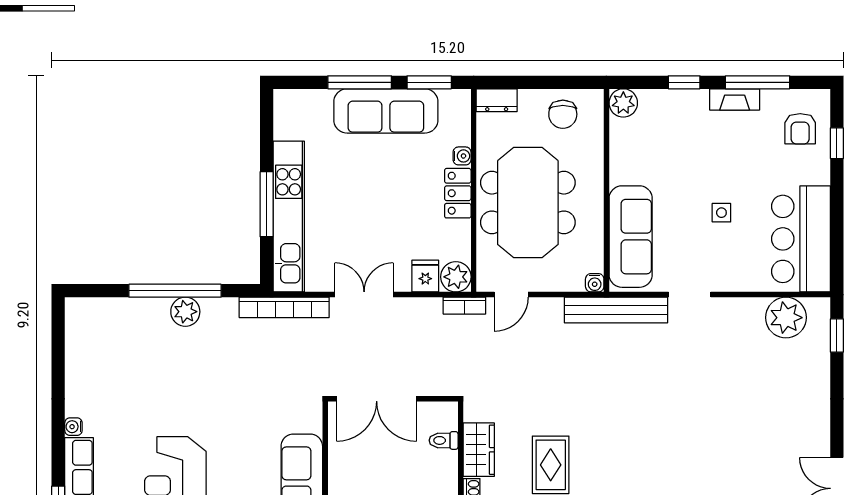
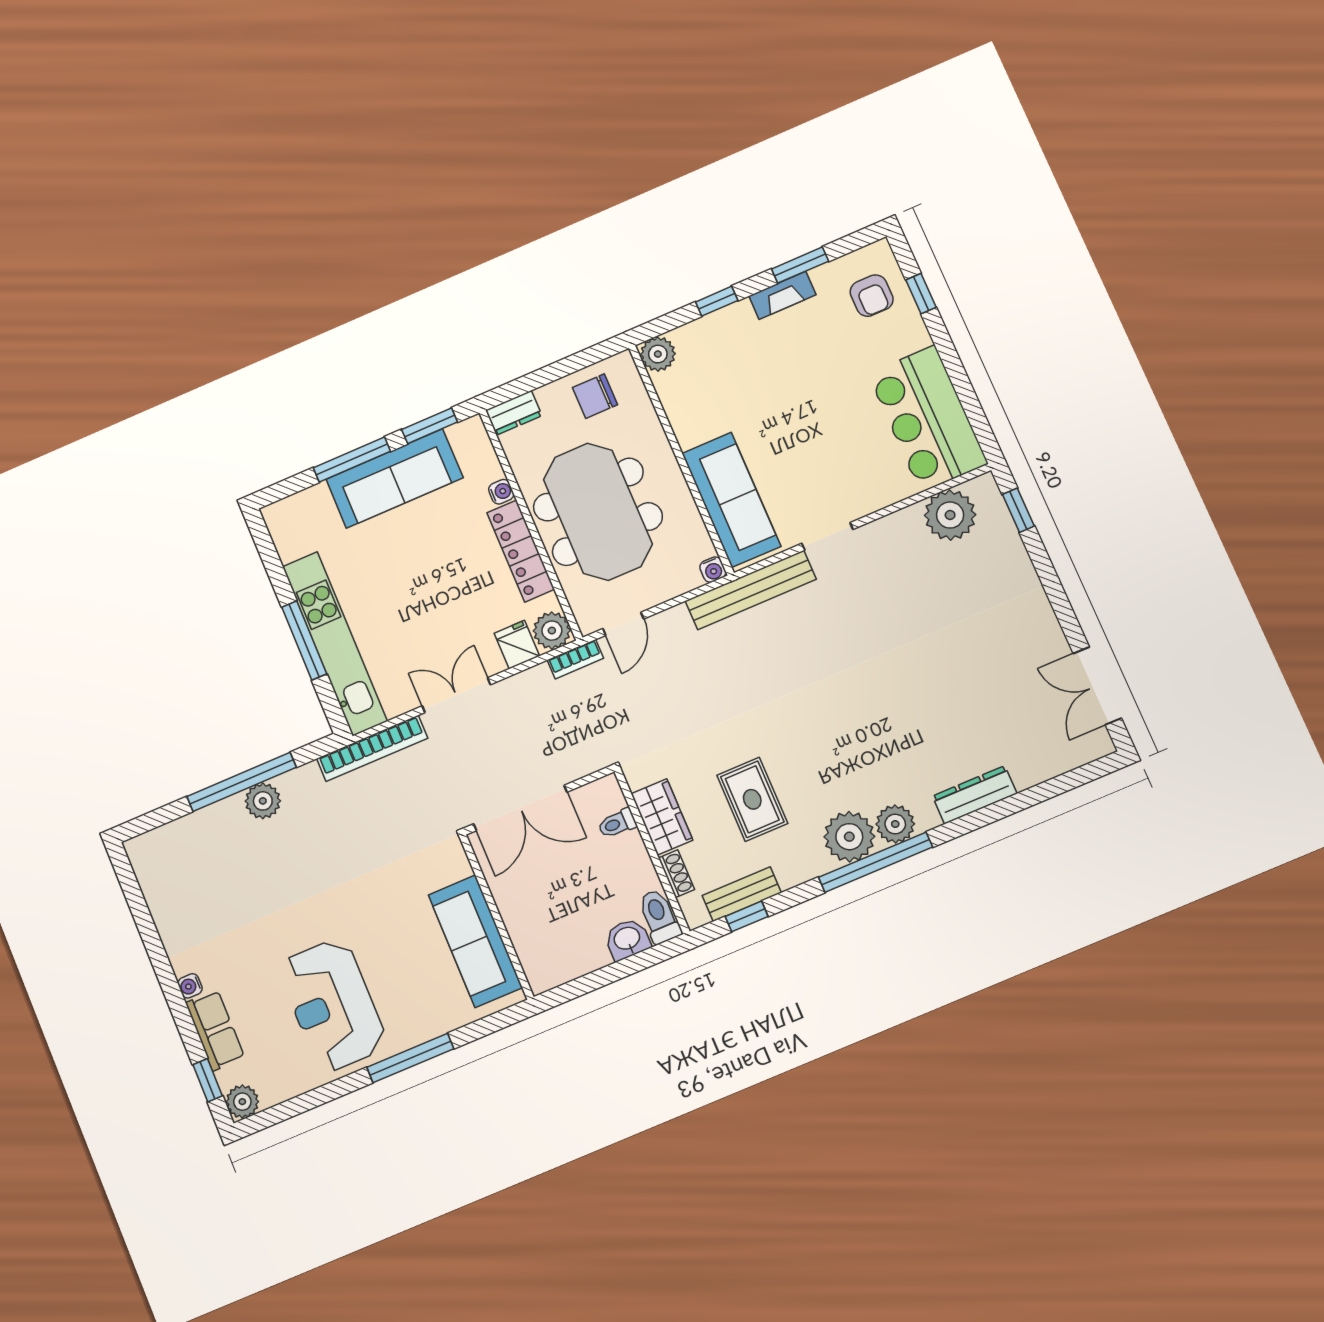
window: (758, 82) -> (800, 265), width x0.69
chair: (563, 114) -> (595, 396), turned 90
locker: (458, 193) -> (521, 551), width x1.53
side table: (721, 213) -> (823, 428), removed

